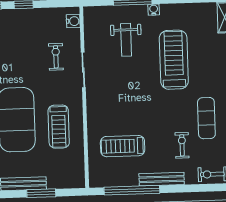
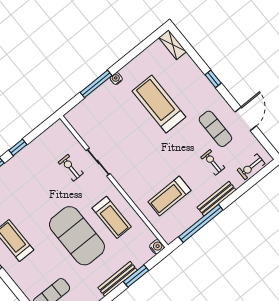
water cooler: (73, 21) -> (157, 247), moved
weight bench: (126, 40) -> (113, 116), removed

